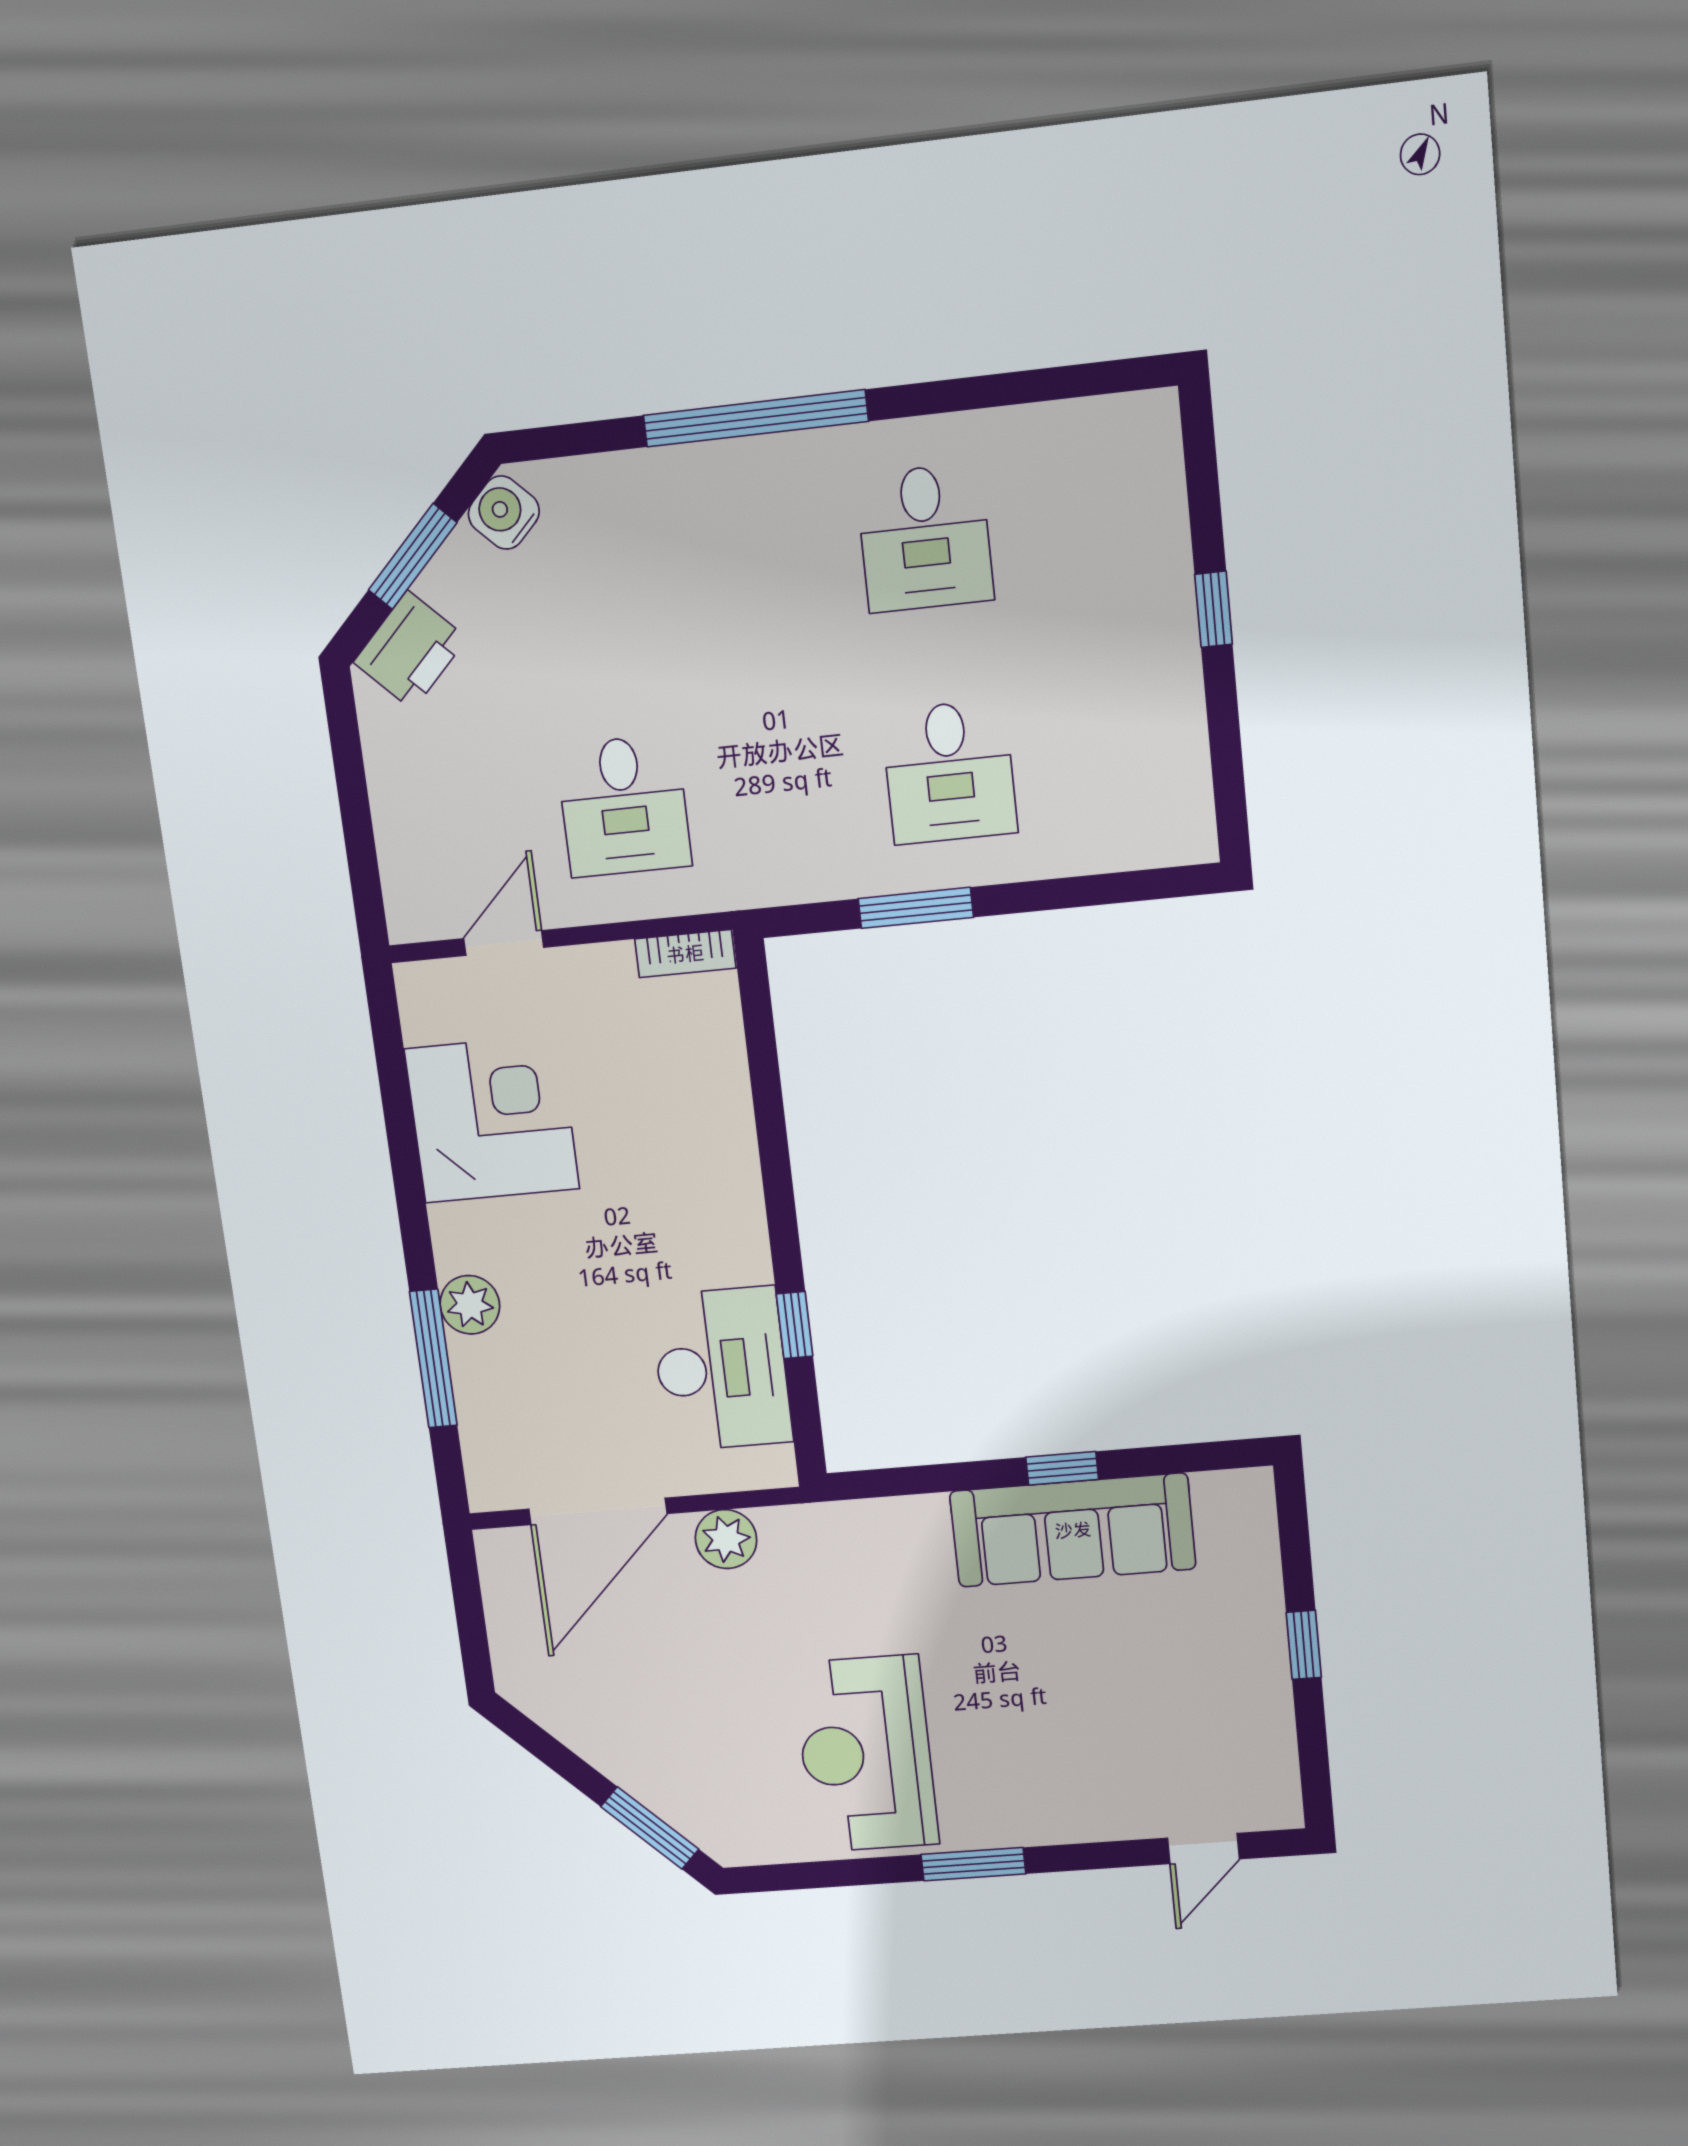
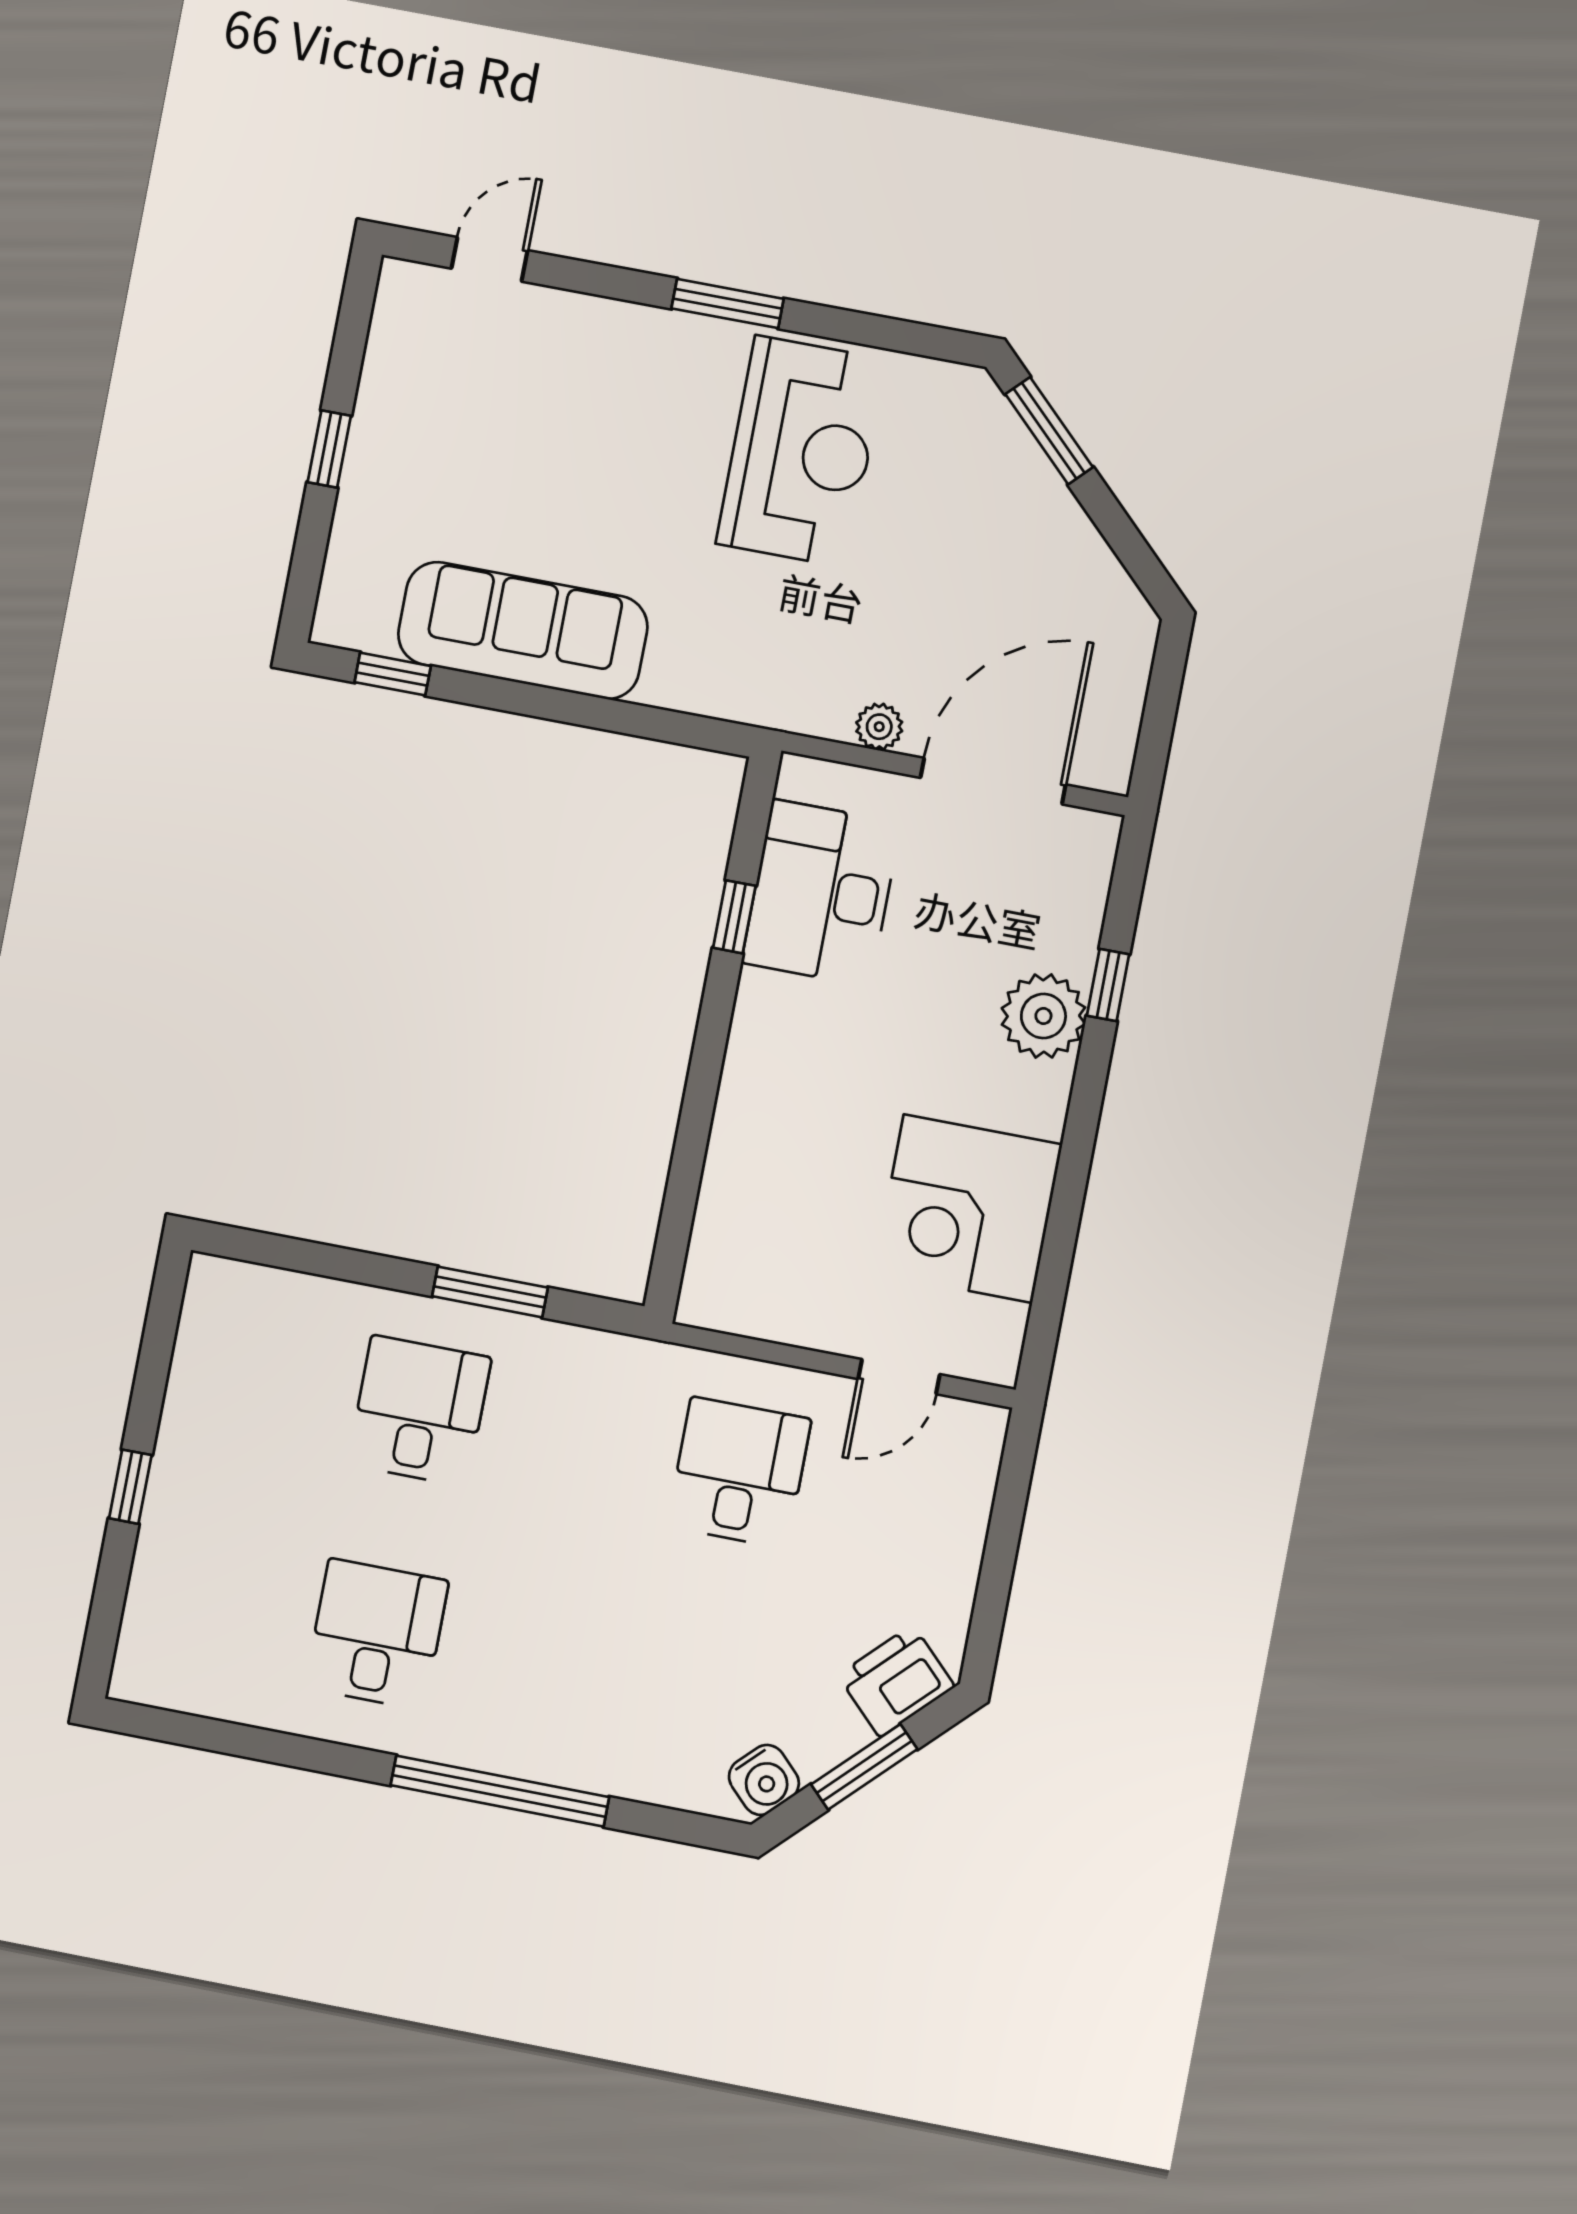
bookcase: (685, 954) -> (725, 1314), removed
plant: (470, 1305) -> (1043, 1016), width x1.36, depth x1.36
window: (433, 1359) -> (1108, 985), width x0.46
window: (1062, 1468) -> (393, 674), moved
plant: (726, 1539) -> (879, 727), width x0.73, depth x0.73

